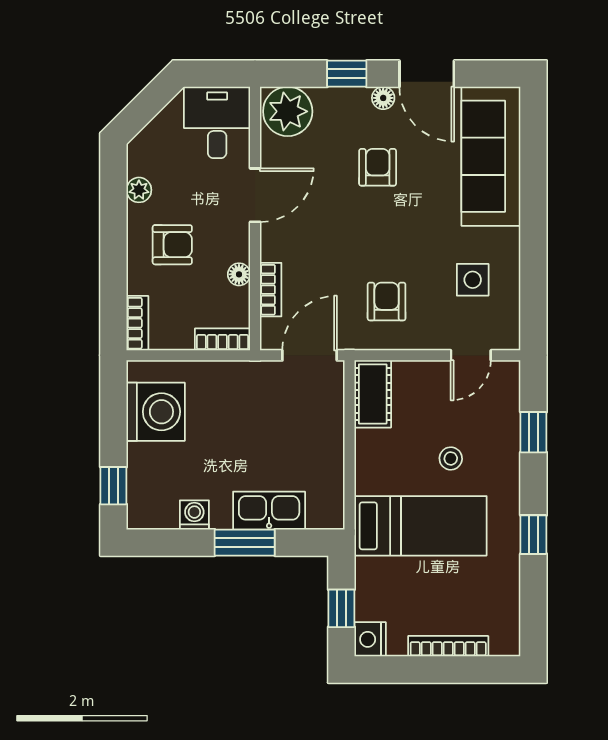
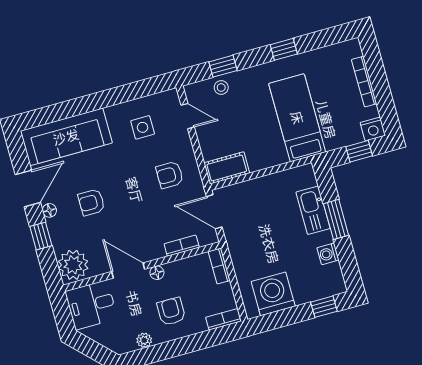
floor lamp: (239, 274) -> (157, 273), moved
stool: (451, 458) -> (221, 87), moved

